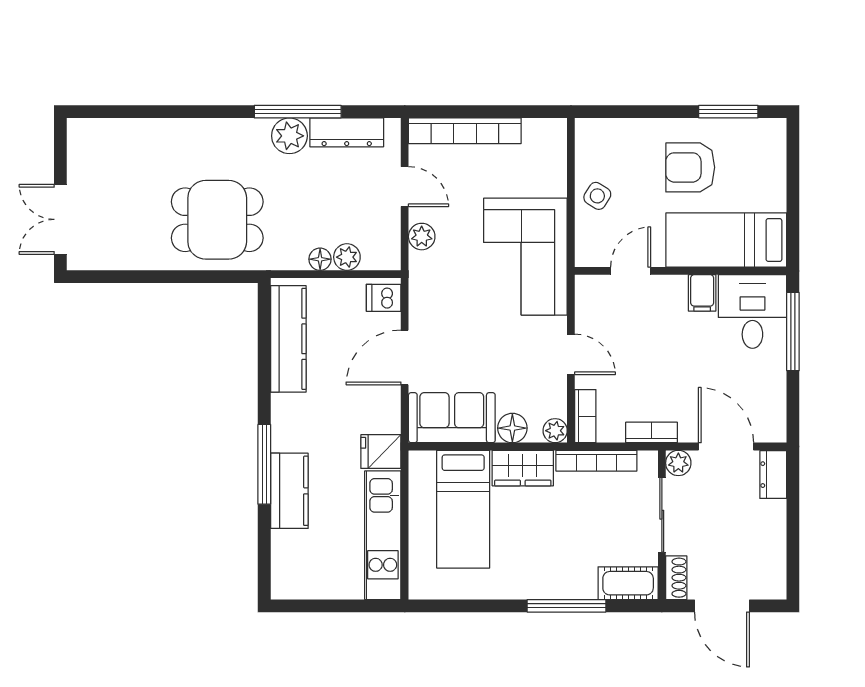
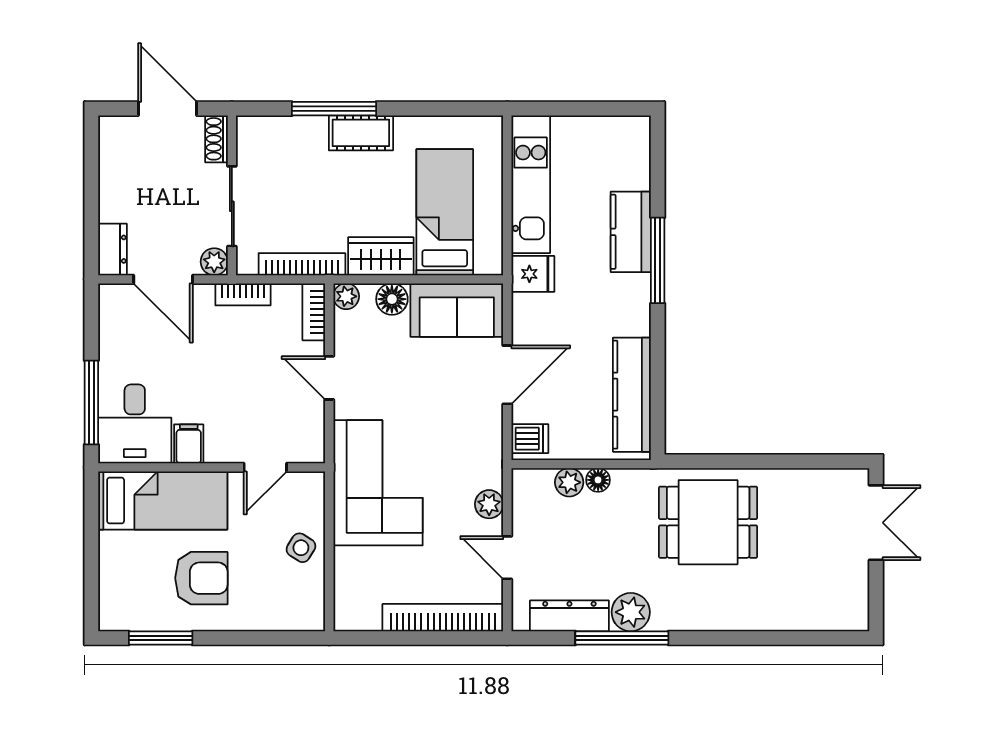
cot: (628, 583) -> (361, 133), moved

